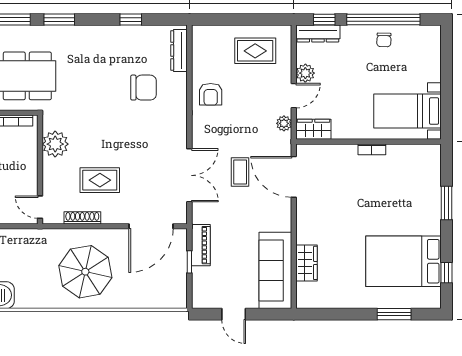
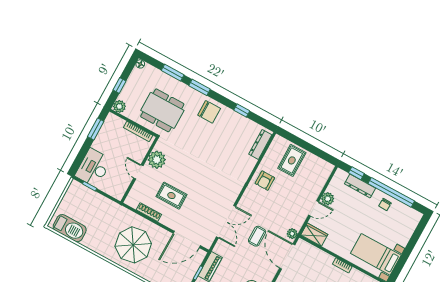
dresser: (318, 33) -> (360, 186), moved
rug: (255, 51) -> (292, 160), moved, turned 90
chair: (144, 88) -> (209, 112), moved
plant: (284, 123) -> (292, 234), moved
door: (40, 207) -> (138, 172), moved

